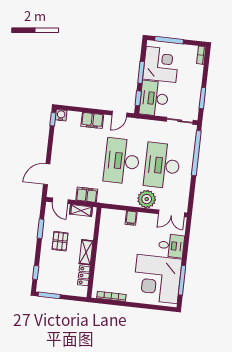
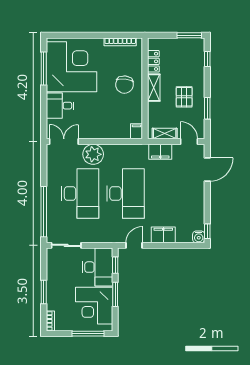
window: (202, 98) -> (44, 292), moved
filing cabinet: (131, 218) -> (136, 131), moved
chair: (112, 258) -> (125, 85), added

